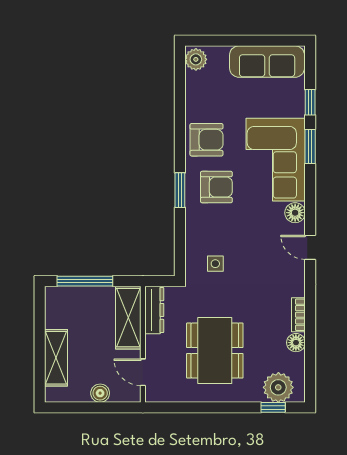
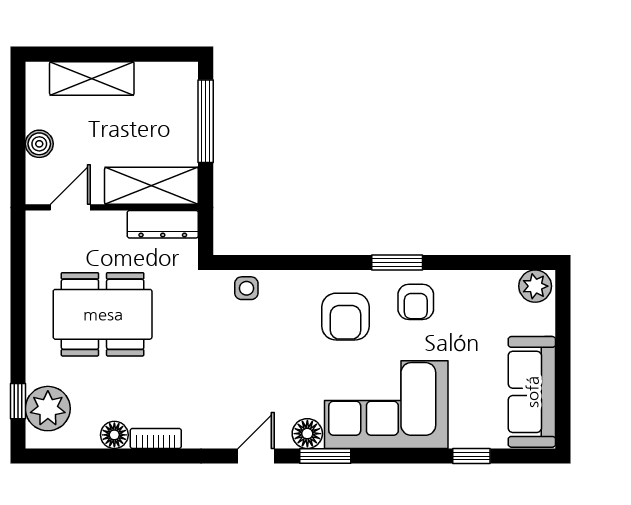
armchair: (206, 140) -> (416, 302), width x0.72, depth x0.72
window: (310, 146) -> (325, 456), moved
window: (180, 190) -> (397, 263), moved
side table: (215, 264) -> (246, 288), moved

